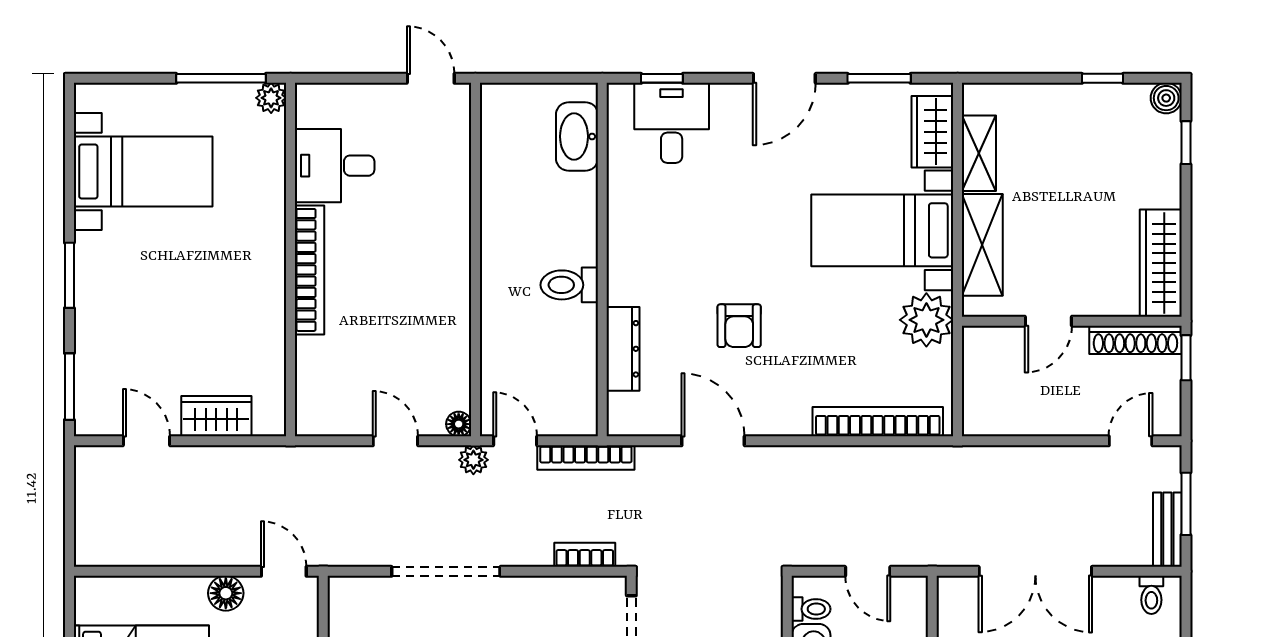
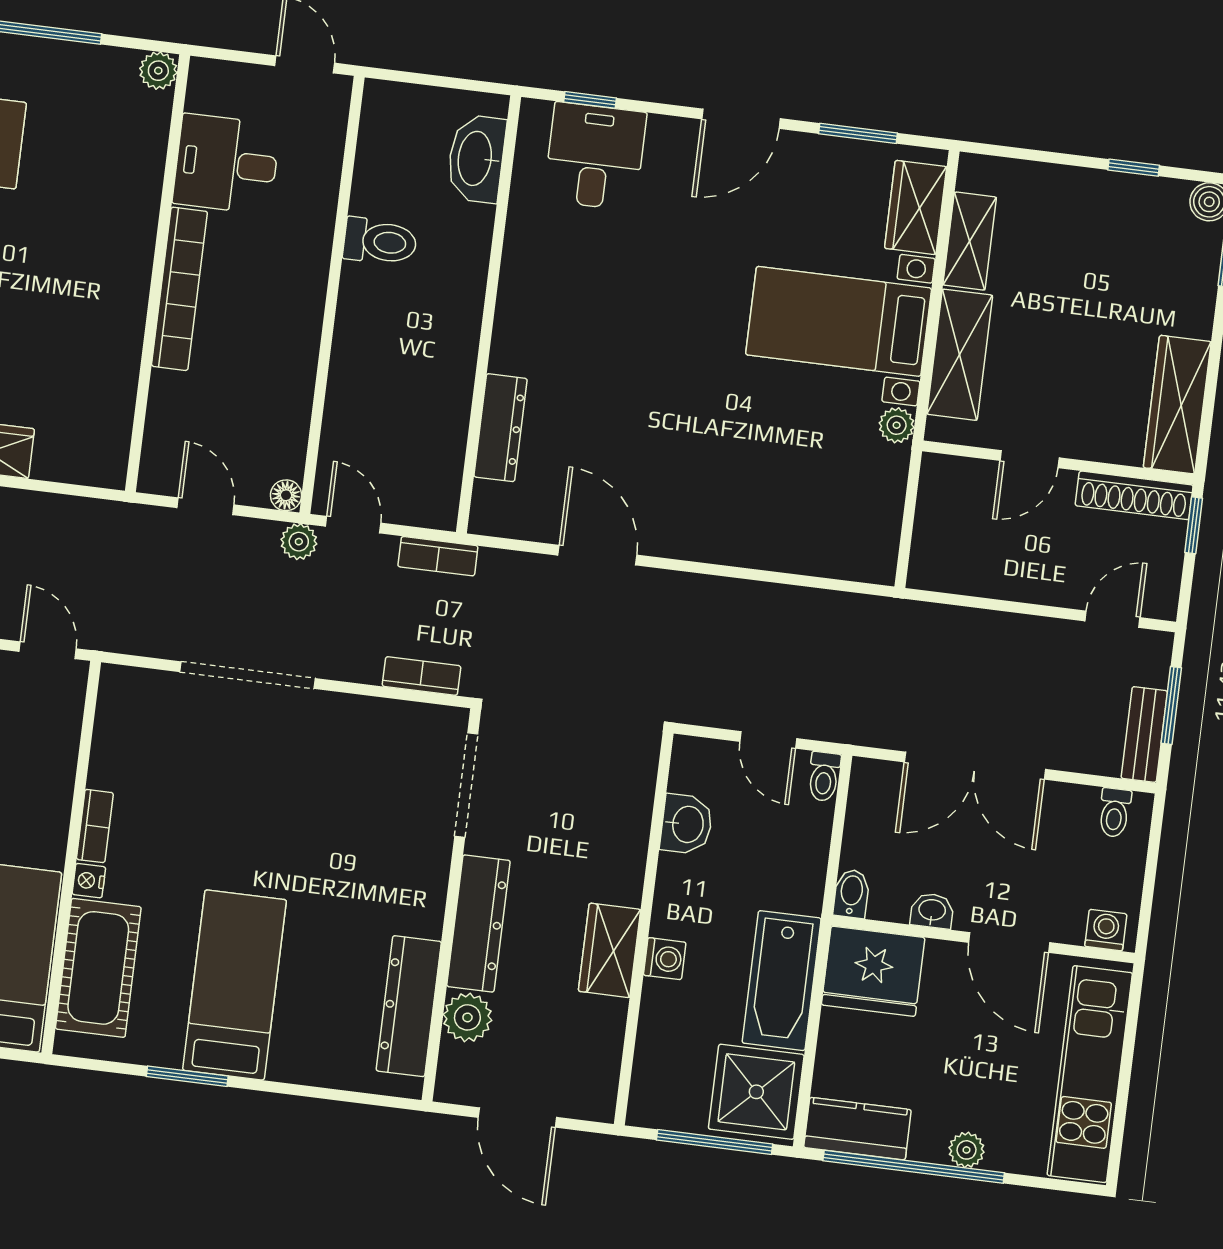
plant: (271, 98) -> (158, 71), moved
desk: (335, 166) -> (226, 164), moved
wall: (291, 260) -> (158, 273), moved
bookcase: (310, 270) -> (179, 289), moved
toilet: (569, 285) -> (380, 242), moved, turned 180
plant: (926, 320) -> (897, 425), width x0.53, depth x0.53
armchair: (739, 326) -> (647, 417), removed
bookcase: (878, 422) -> (804, 557), removed
bookcase: (586, 458) -> (438, 556), width x0.64
toilet: (811, 609) -> (824, 777), moved, turned 90

